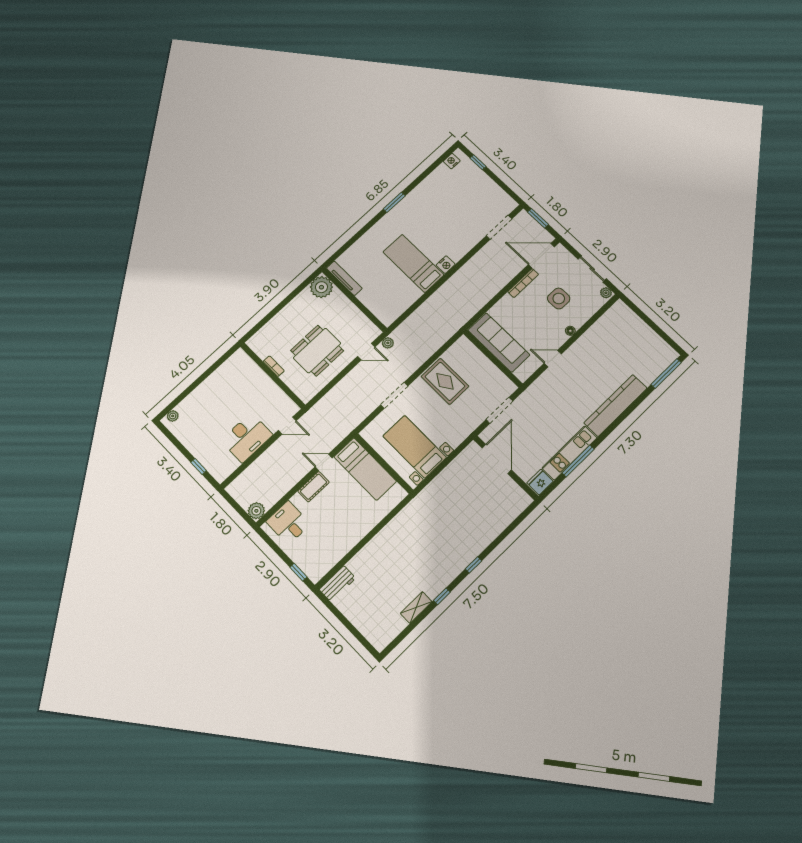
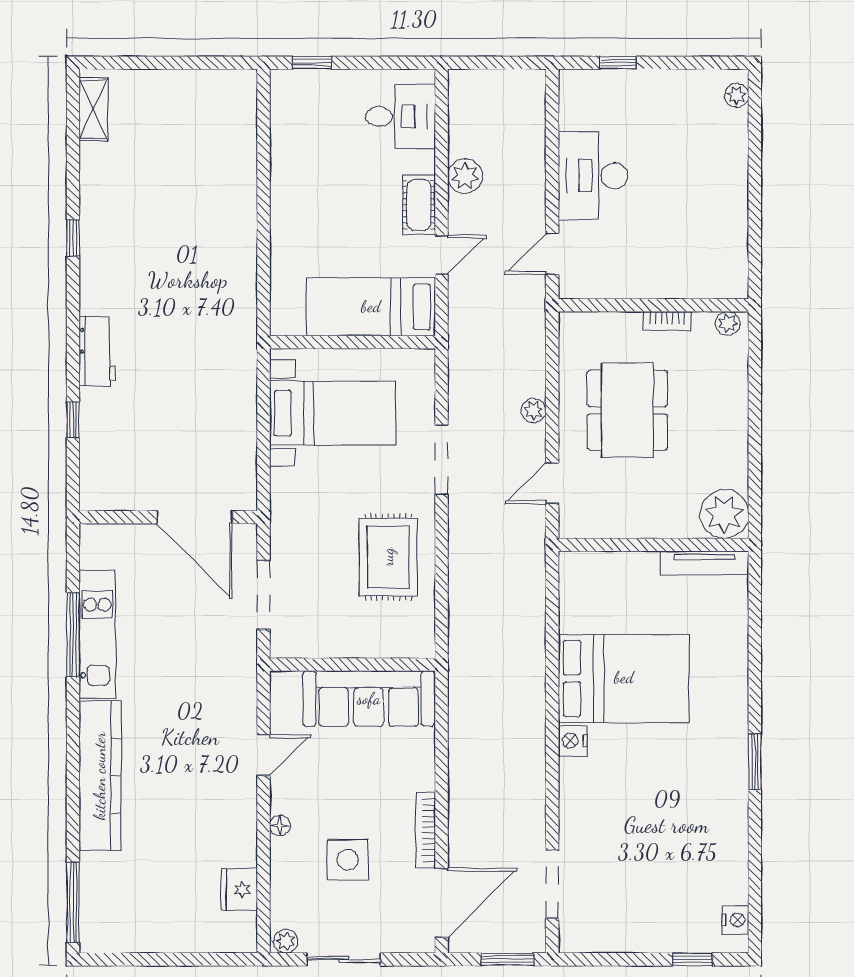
bed: (413, 263) -> (624, 678), width x1.50
plant: (388, 343) -> (534, 411), moved
plant: (255, 346) -> (728, 323), added
rug: (445, 381) -> (388, 557), turned 90
fridge: (540, 482) -> (239, 889), moved, turned 180
plant: (256, 511) -> (465, 176), moved
window: (474, 565) -> (73, 420), moved
workbench: (337, 584) -> (97, 351), moved, turned 180
shelving: (416, 608) -> (93, 109), moved

